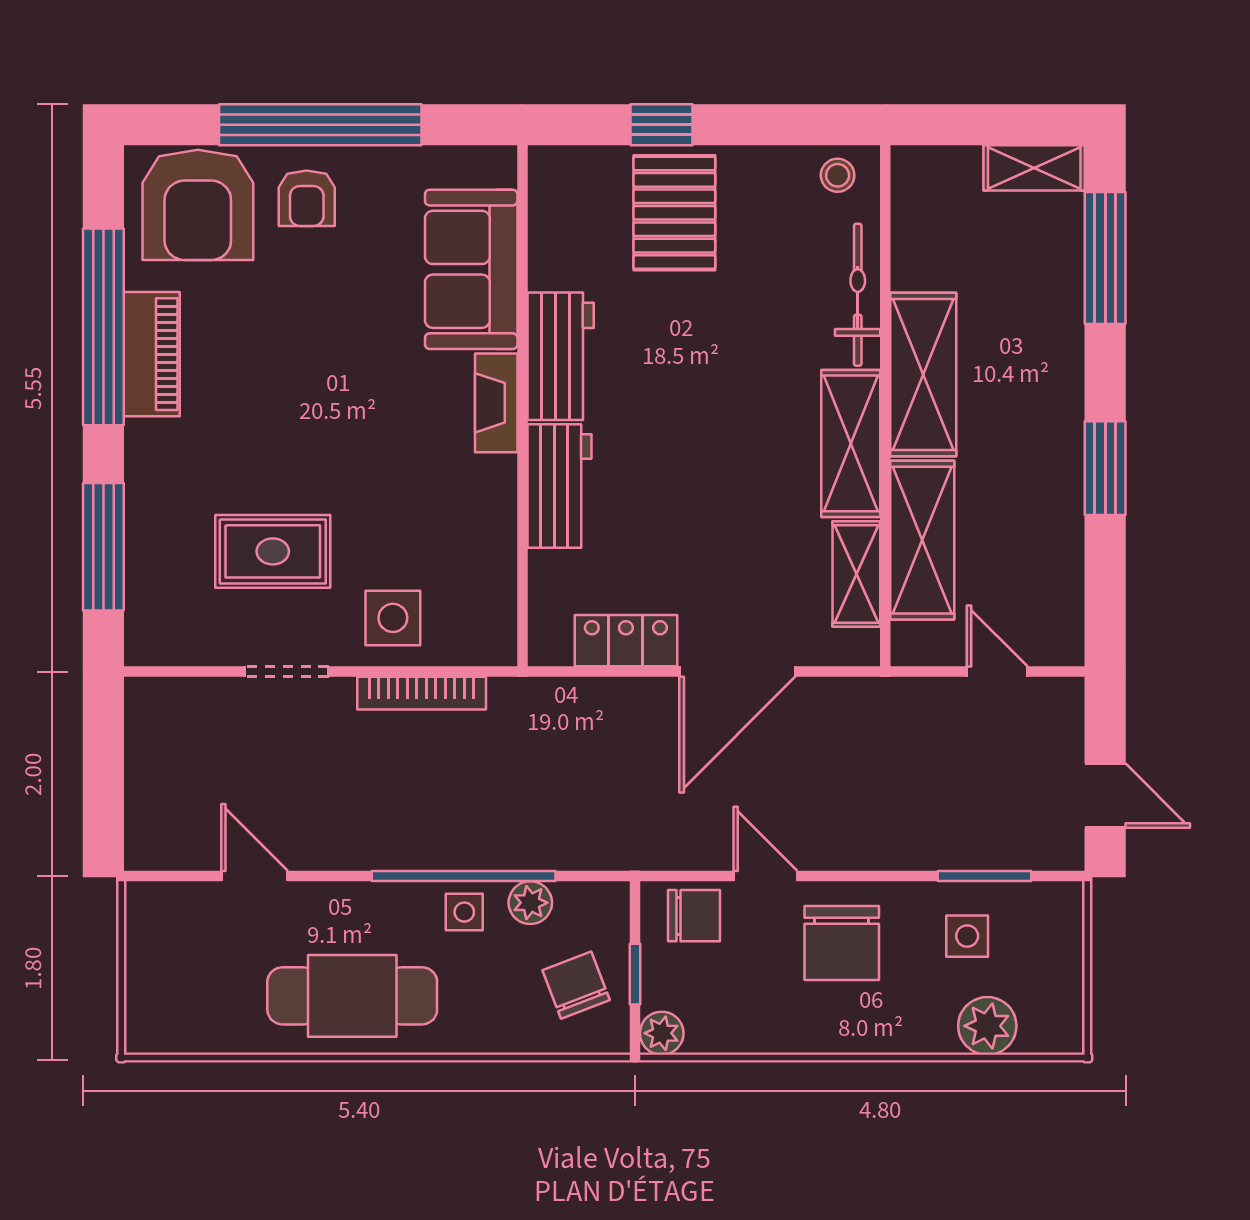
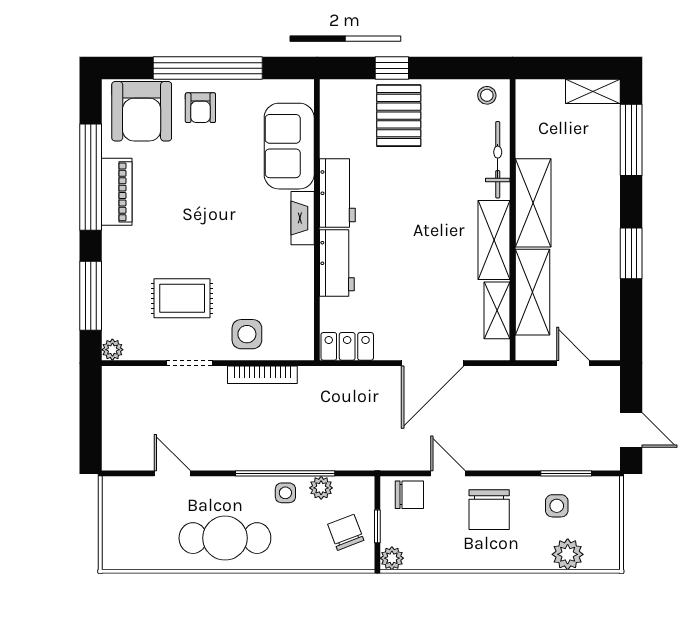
locker: (626, 641) -> (347, 346), moved
plant: (144, 647) -> (112, 350), added

